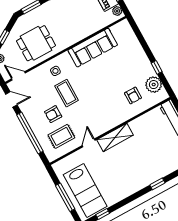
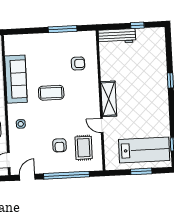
window: (157, 67) -> (63, 29), width x2.17
plant: (154, 85) -> (77, 40), removed
coffee table: (67, 93) -> (51, 93), moved
window: (65, 197) -> (141, 171), width x0.69

